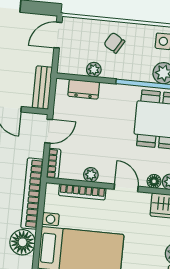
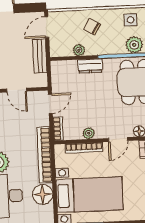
bench: (42, 88) -> (40, 56), moved
dresser: (84, 89) -> (90, 66), moved
door: (126, 188) -> (118, 140), swing flipped

